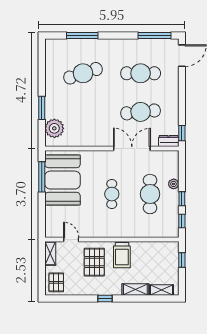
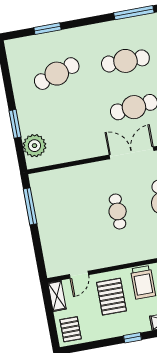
window: (82, 35) -> (47, 29), width x0.69
booth: (62, 180) -> (56, 206), removed
door: (71, 240) -> (79, 275), swing flipped

